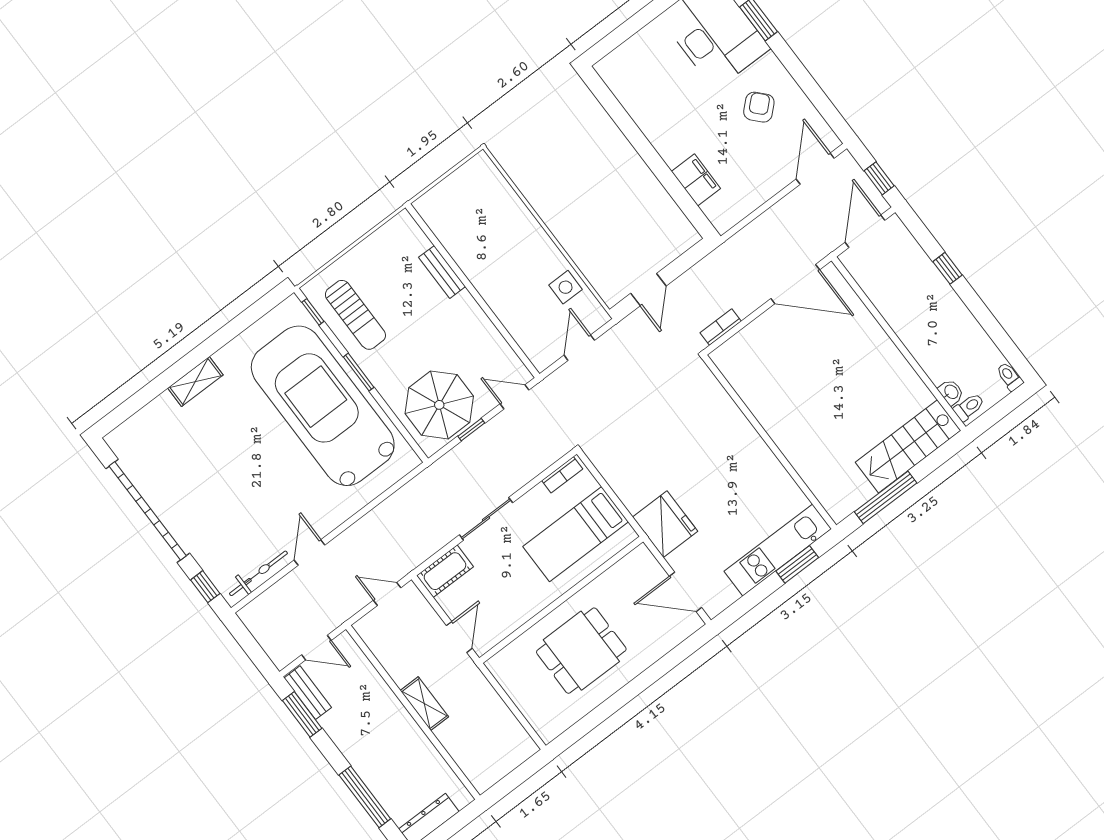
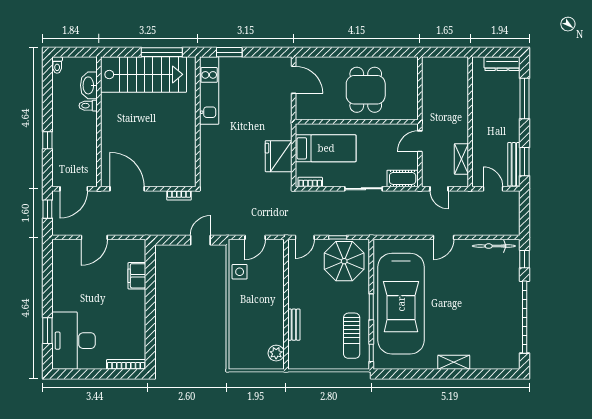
bookcase: (622, 53) -> (126, 364), added
armchair: (759, 107) -> (80, 288), removed
door: (815, 169) -> (94, 237), moved
plant: (437, 217) -> (276, 353), added
sun lounger: (355, 315) -> (352, 336), turned 180
washbasin: (951, 392) -> (89, 85), width x1.91, depth x1.45
door: (514, 397) -> (305, 237), hinge flipped
toilet: (969, 407) -> (88, 106), moved
stairs: (908, 446) -> (144, 74), width x1.36, depth x1.51
fridge: (665, 524) -> (279, 156), moved
kitchen unit: (778, 550) -> (209, 91), moved, turned -90
door: (310, 552) -> (443, 237), moved
dining table: (581, 651) -> (366, 90), turned 90
bench: (308, 693) -> (514, 164), width x1.36
shelving: (424, 704) -> (461, 159), moved

